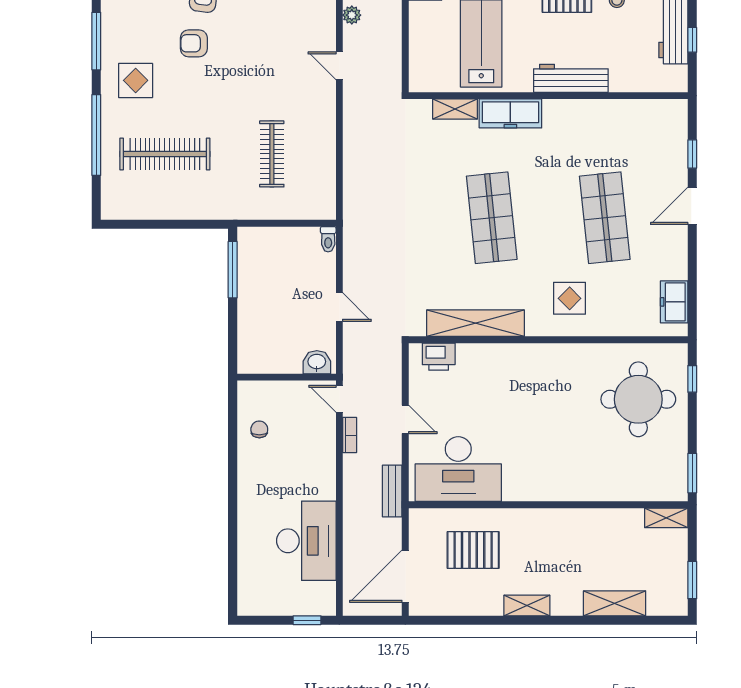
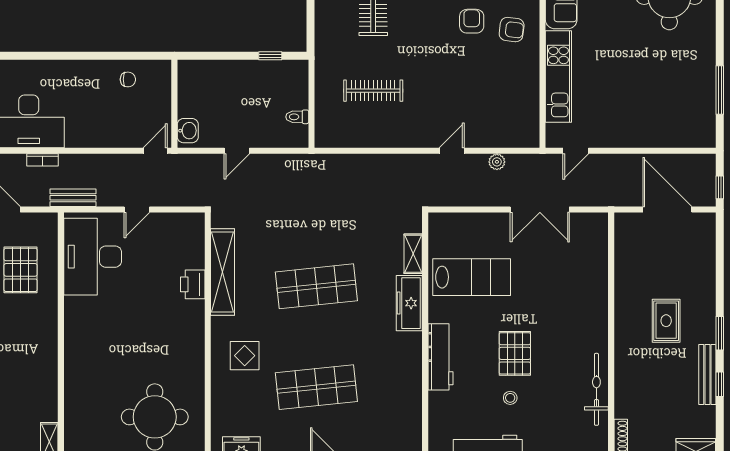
toilet: (328, 239) -> (297, 117), moved
window: (233, 270) -> (270, 56), width x0.46
printer: (439, 357) -> (193, 284), moved
bookcase: (350, 435) -> (43, 160), moved

